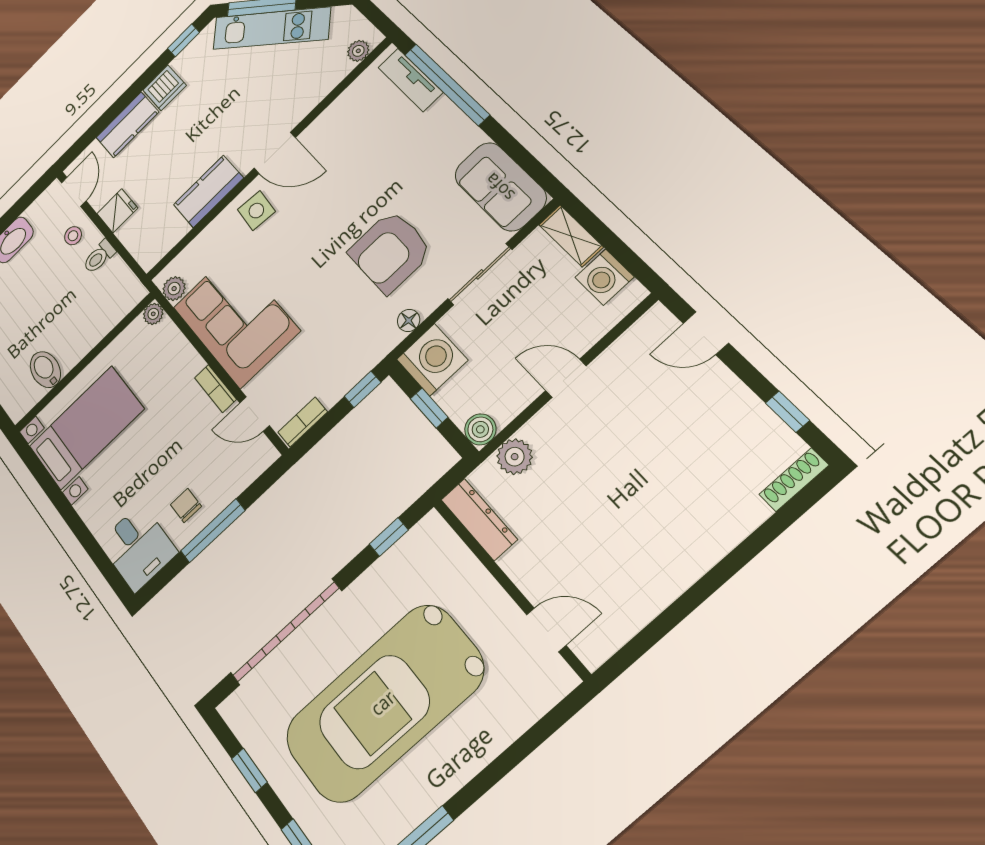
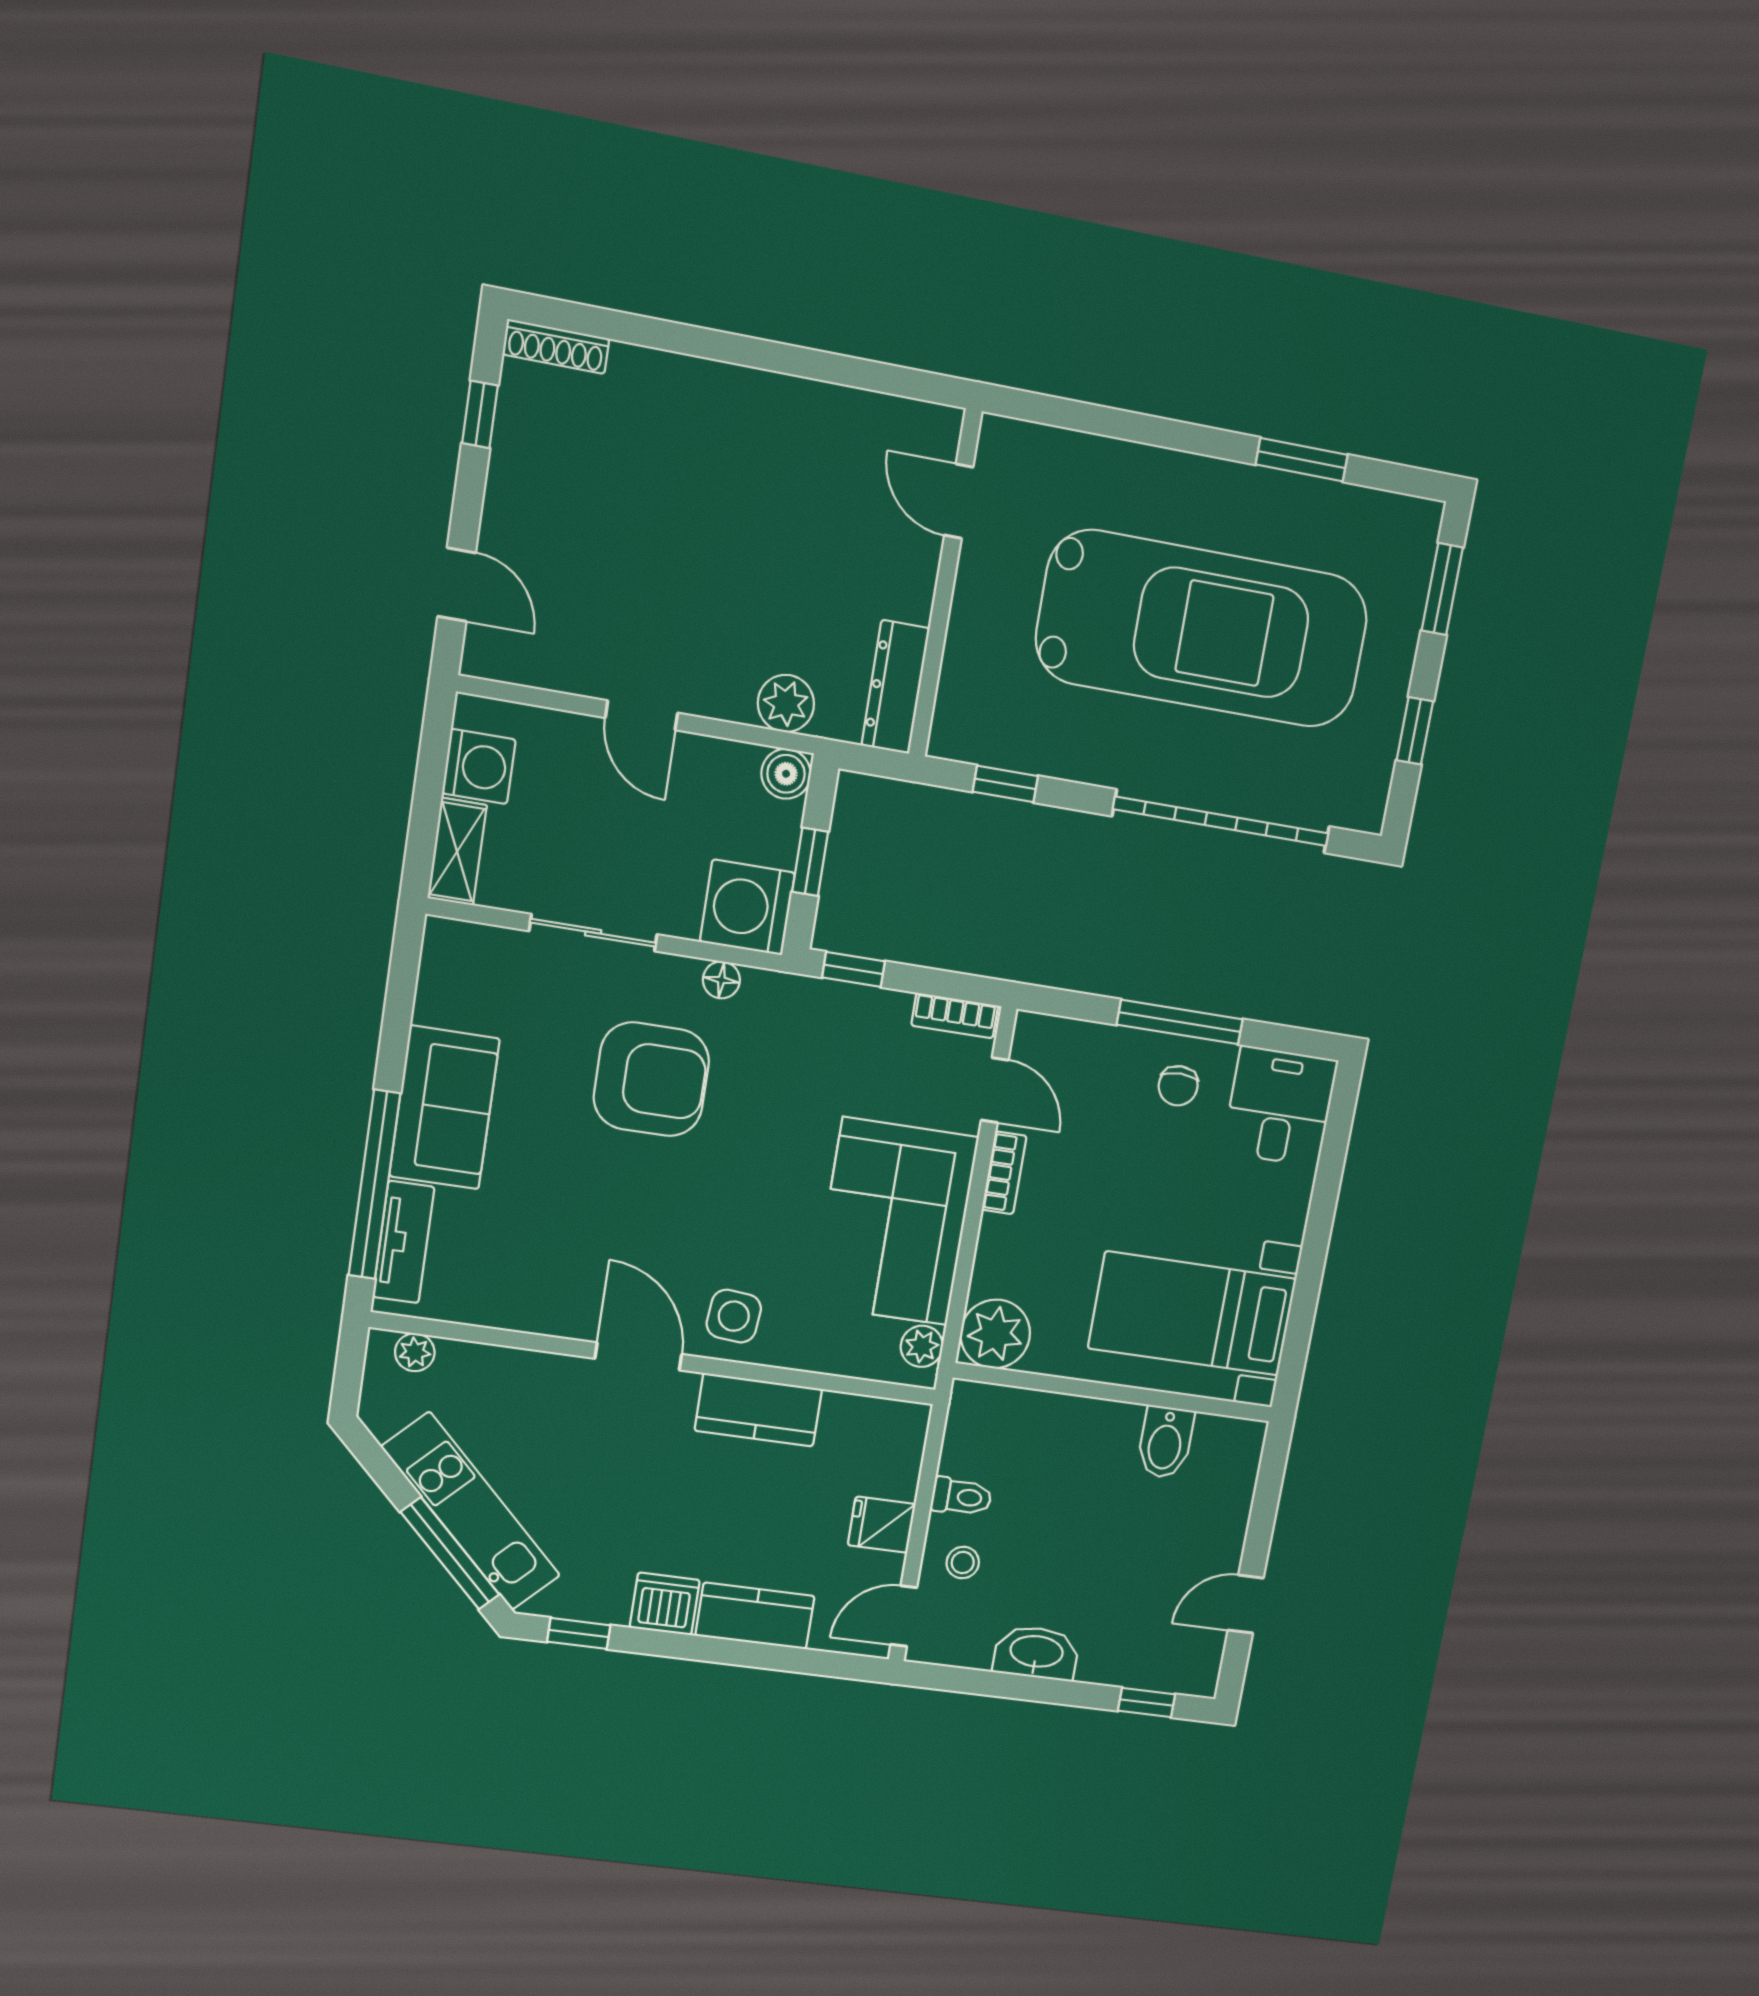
sofa: (500, 187) -> (444, 1108), moved
plant: (153, 314) -> (995, 1334), width x1.88, depth x1.88

